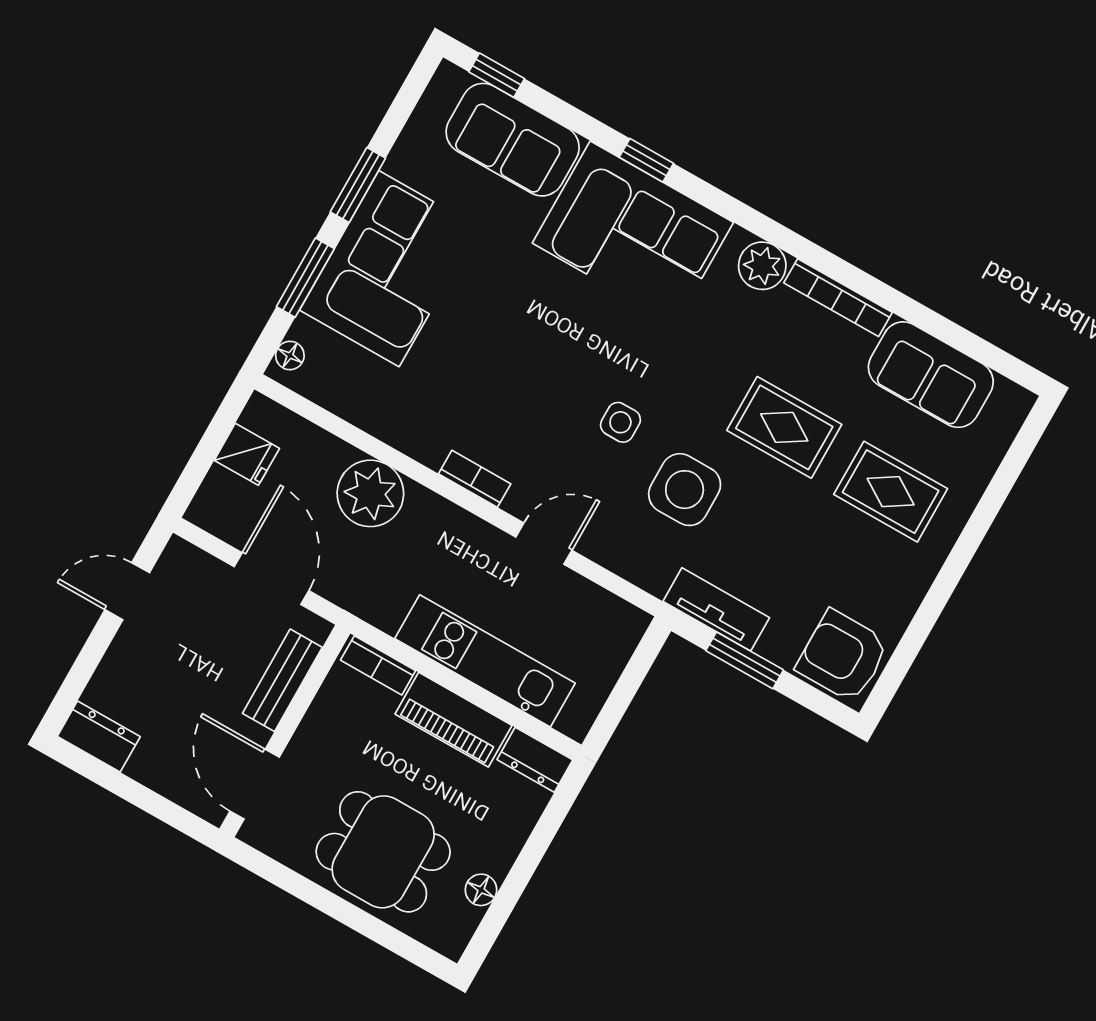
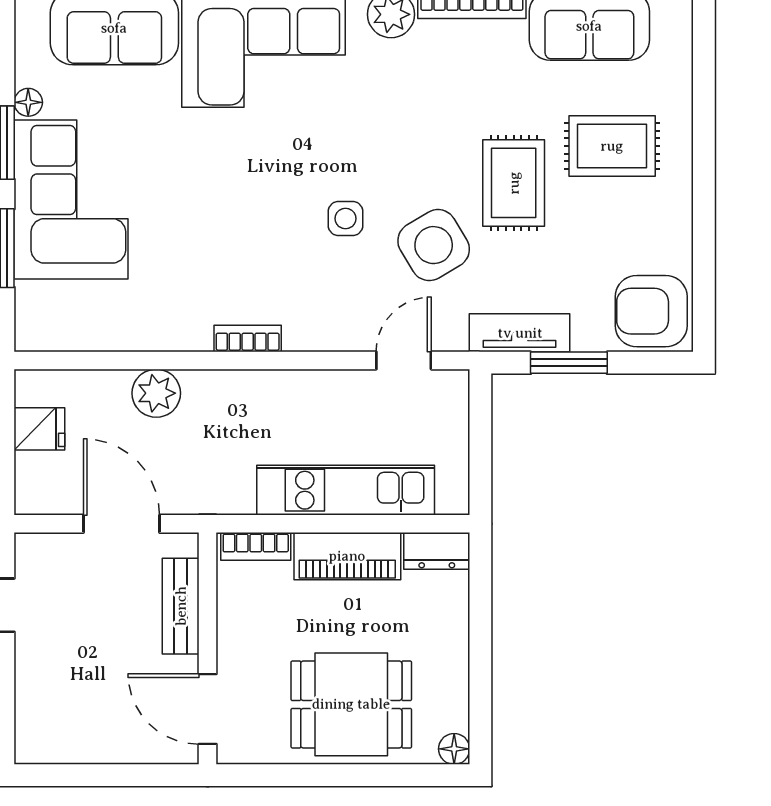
floor lamp: (290, 356) -> (28, 102), moved
rug: (784, 427) -> (514, 183), moved, turned 90
side table: (685, 490) -> (434, 245), turned -31
plant: (370, 493) -> (156, 393), width x0.73, depth x0.73
door: (544, 544) -> (404, 361), moved
dresser: (99, 737) -> (50, 744), removed
floor lamp: (481, 890) -> (454, 749), moved

